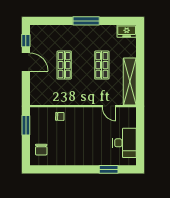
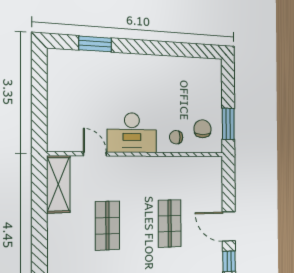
shelving: (130, 82) -> (58, 184), width x0.68
desk: (125, 143) -> (132, 133), moved, turned -90
chair: (41, 150) -> (203, 129), moved

